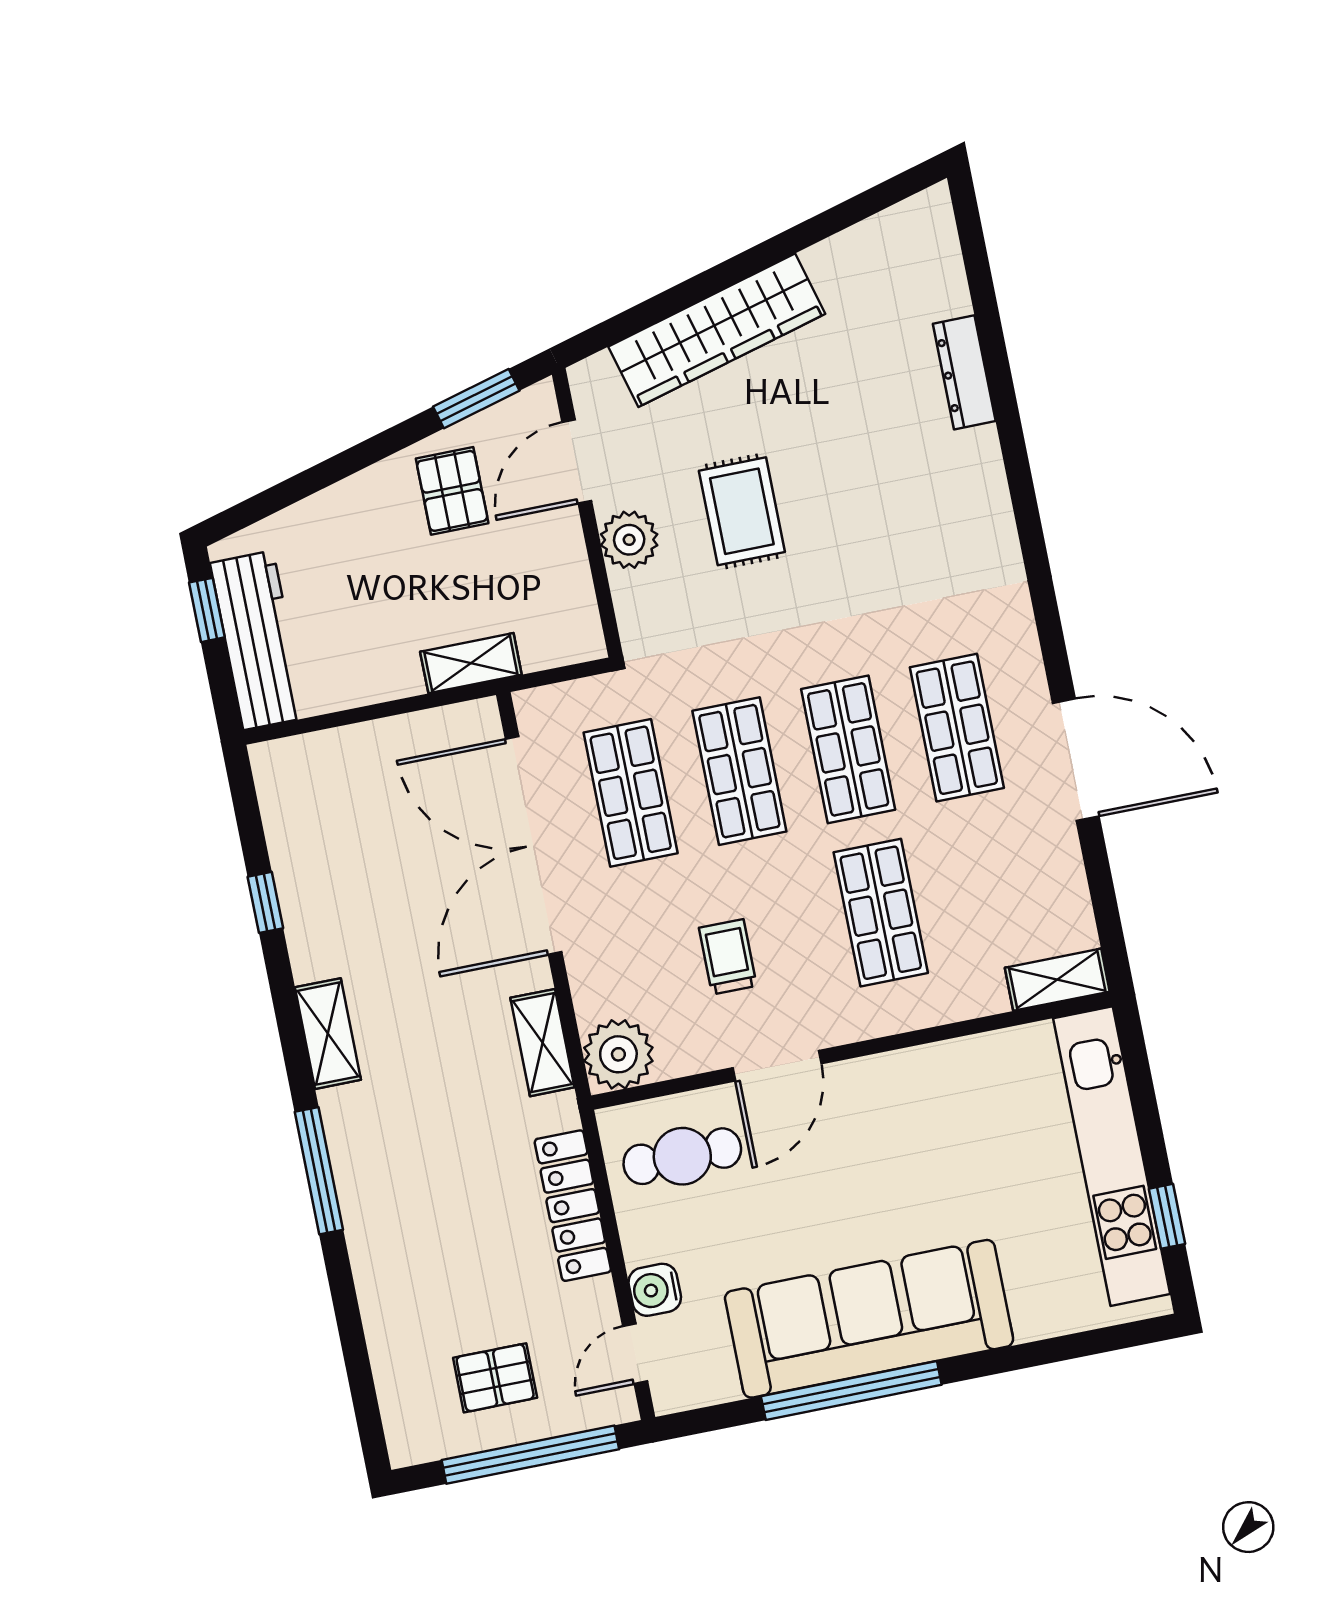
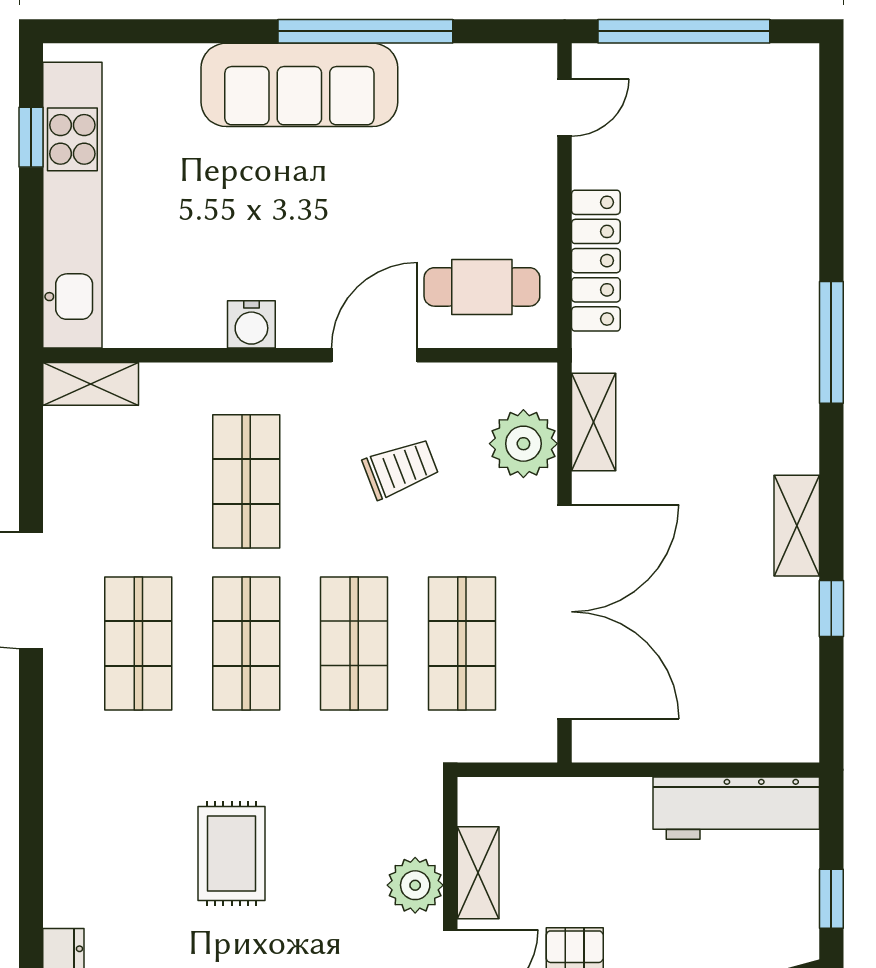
rug: (742, 511) -> (232, 854), moved
workbench: (258, 640) -> (736, 808), moved, turned -90
shelving: (471, 663) -> (478, 873), moved, turned 90
trolley: (728, 957) -> (401, 468), turned -111
shelving: (328, 1034) -> (797, 526), moved
plant: (618, 1054) -> (523, 444), moved
water cooler: (655, 1290) -> (251, 324), moved, turned 90
sofa: (869, 1319) -> (299, 85), width x0.74, depth x0.79
pallet: (495, 1378) -> (703, 111), removed

